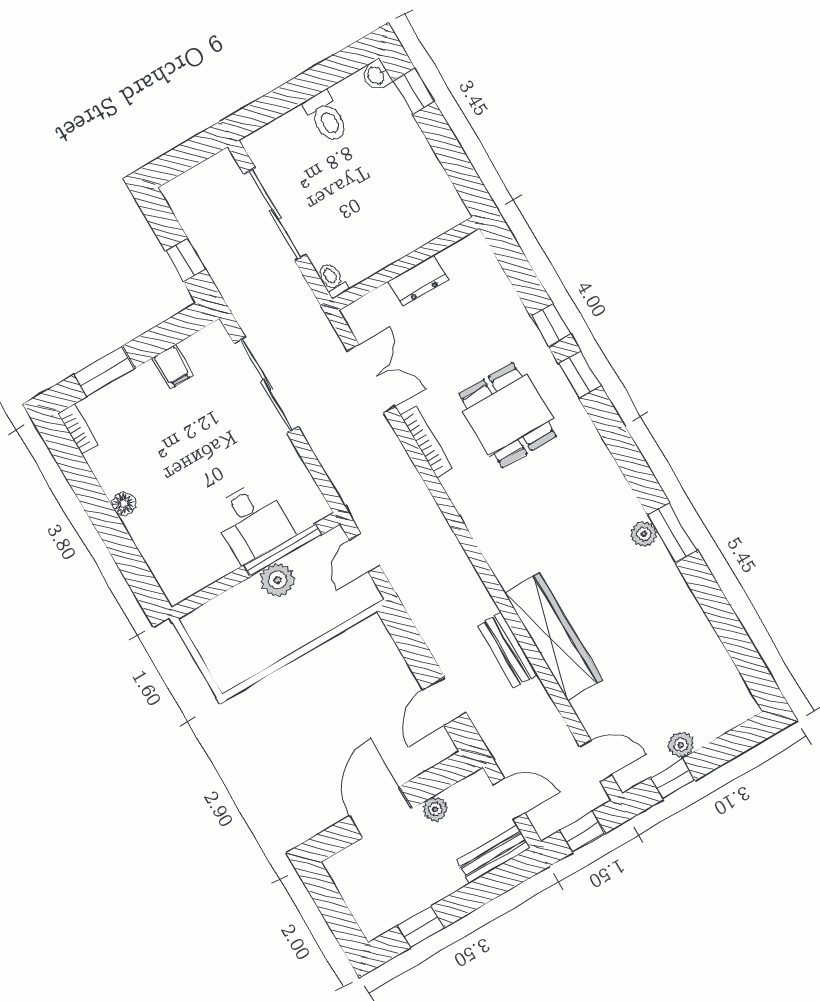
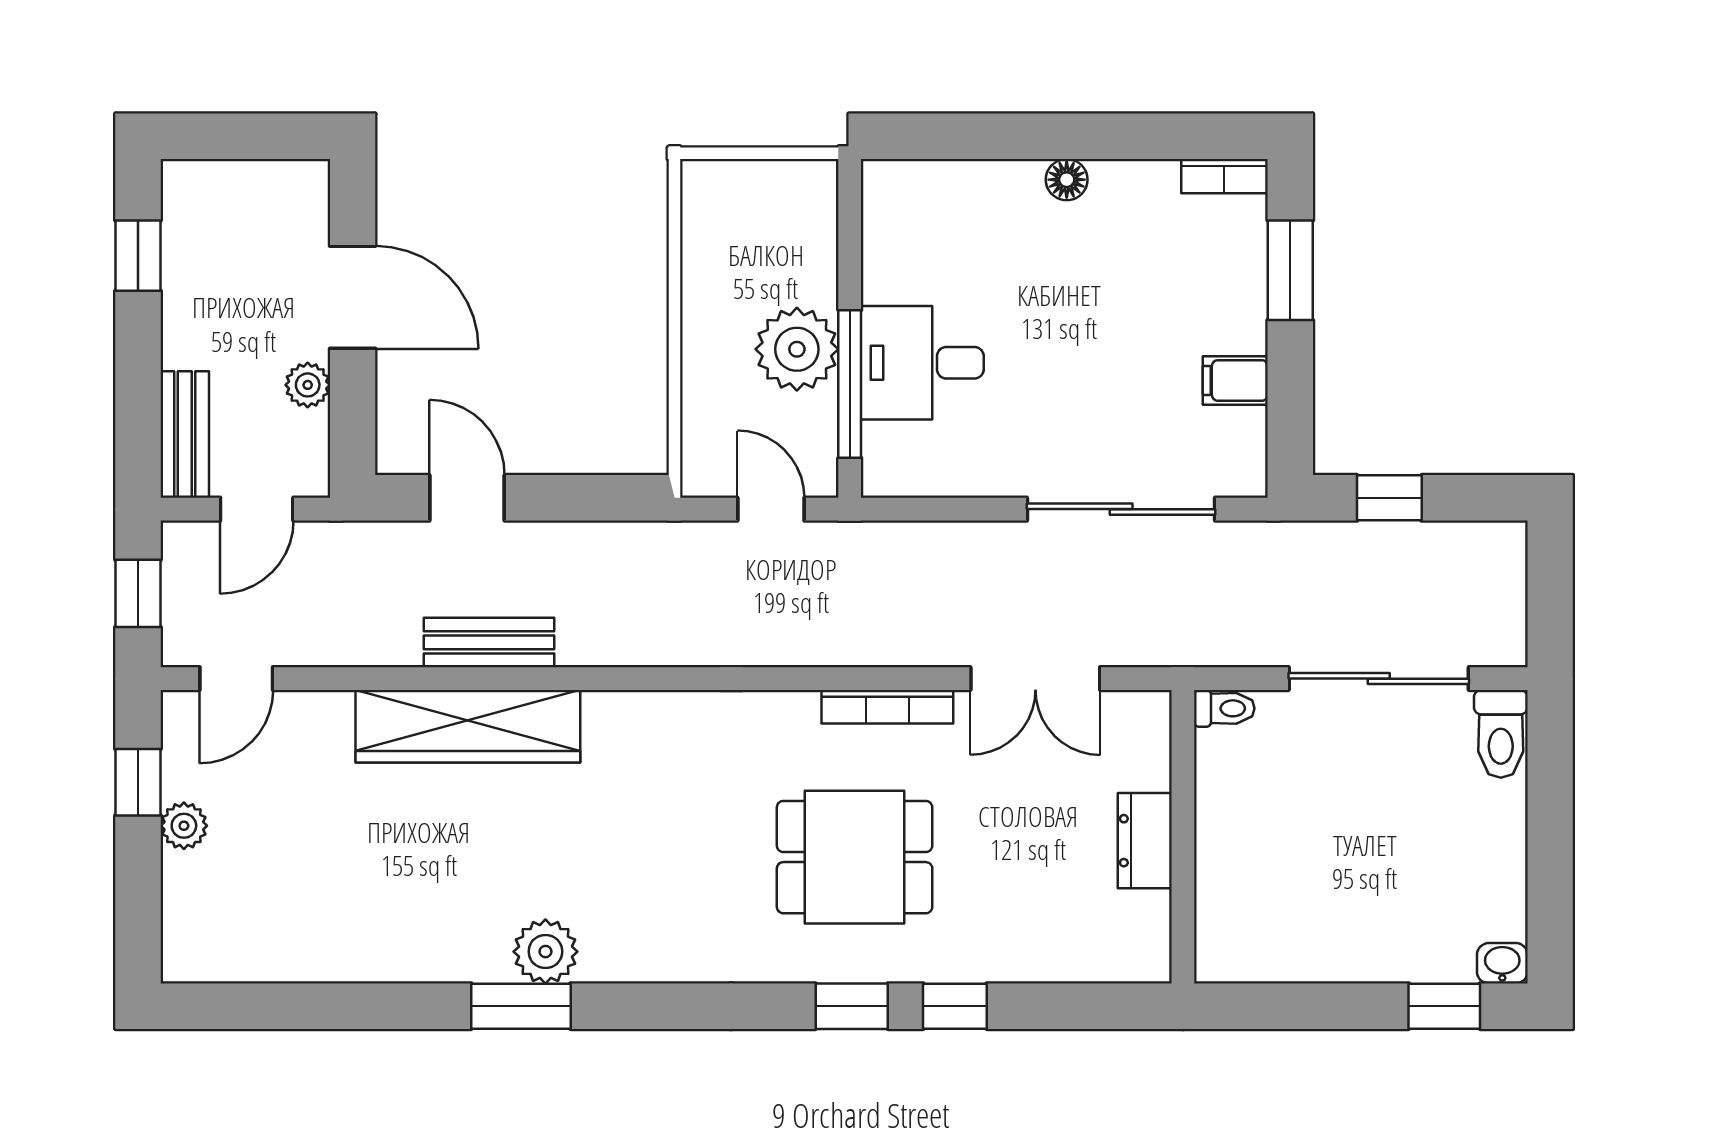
toilet: (326, 117) -> (1501, 734), moved, turned -90
plant: (644, 534) -> (545, 952), width x1.38, depth x1.38
plant: (278, 580) -> (797, 349), width x1.36, depth x1.36

